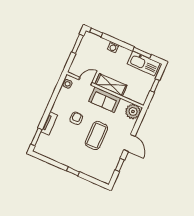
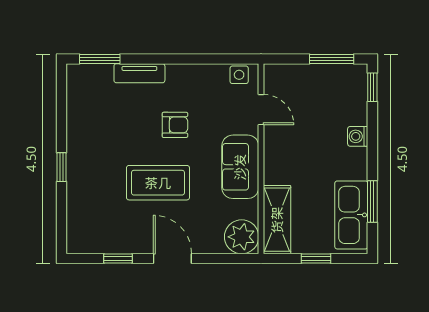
shelving: (111, 85) -> (277, 220), moved
door: (129, 143) -> (172, 258), swing flipped

